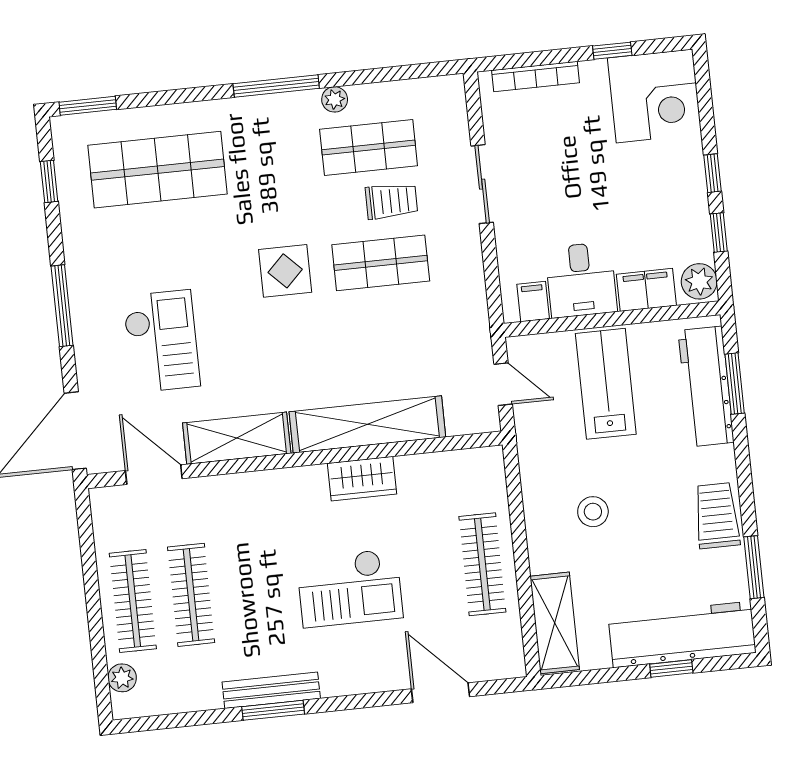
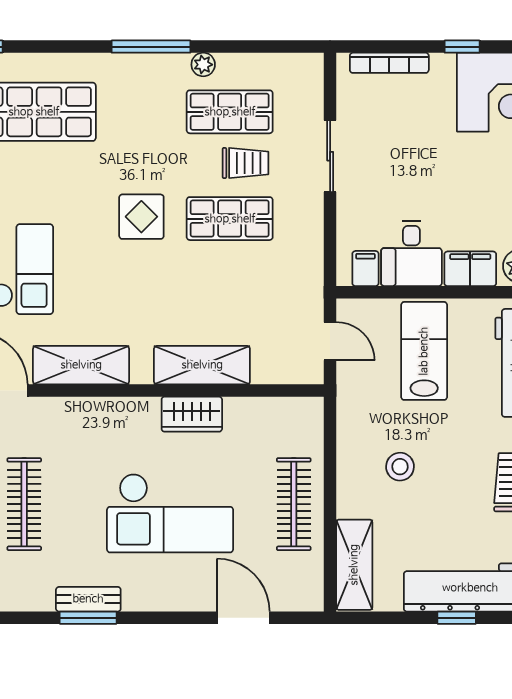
shelving: (367, 424) -> (202, 365), width x0.68
checkout: (350, 588) -> (170, 513), width x1.36, depth x1.21
bench: (271, 690) -> (88, 599), width x0.73

